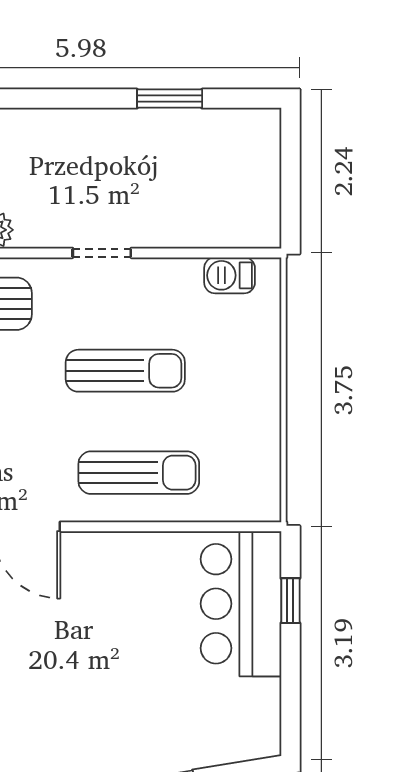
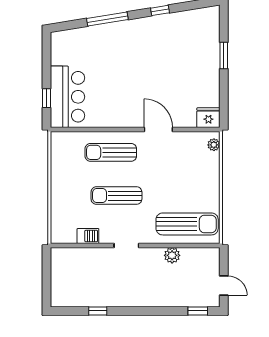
window: (170, 99) -> (98, 311), width x0.67
barbecue: (230, 275) -> (88, 236), moved

